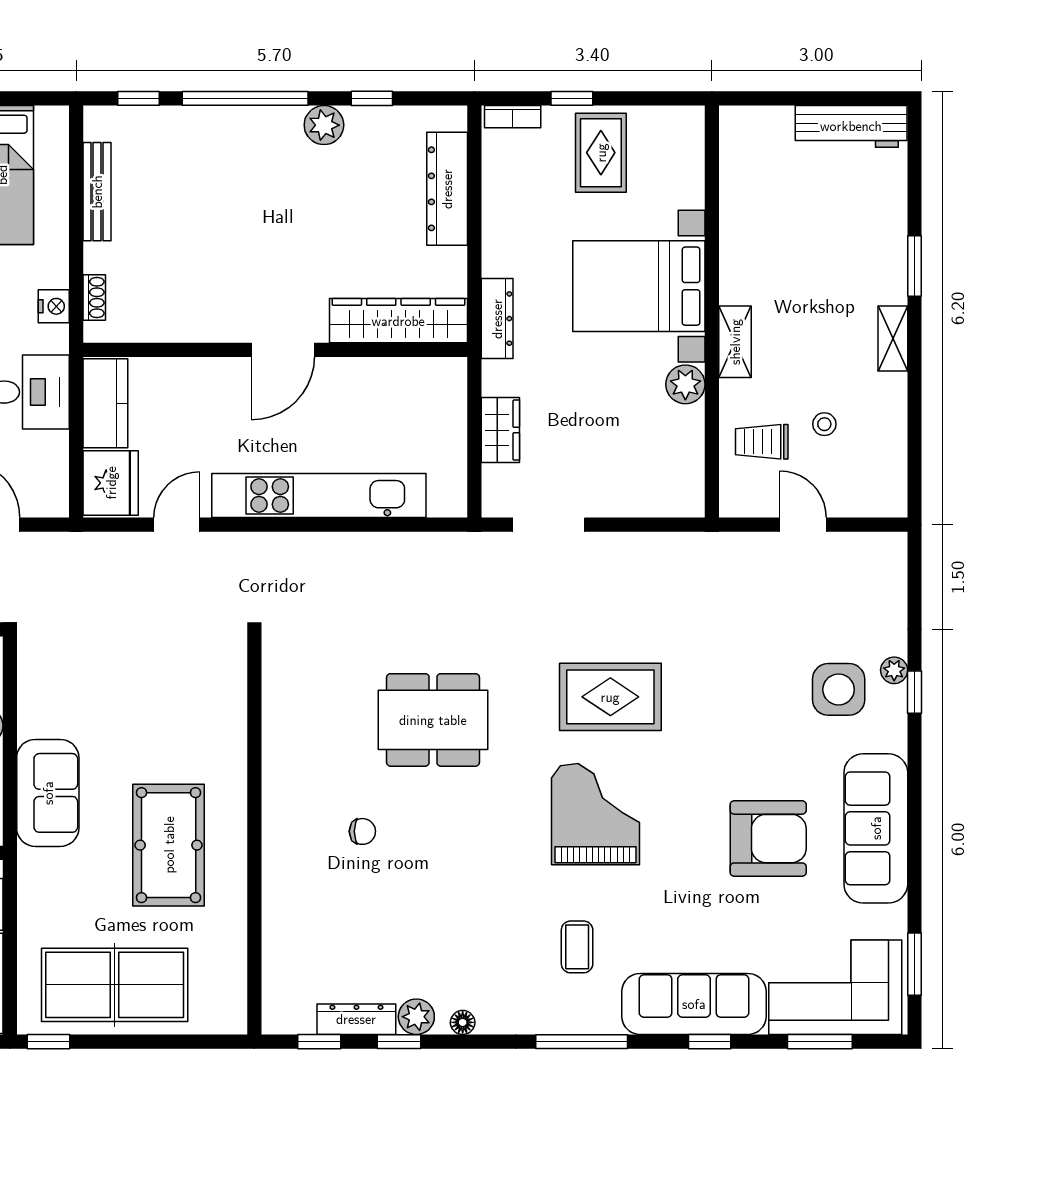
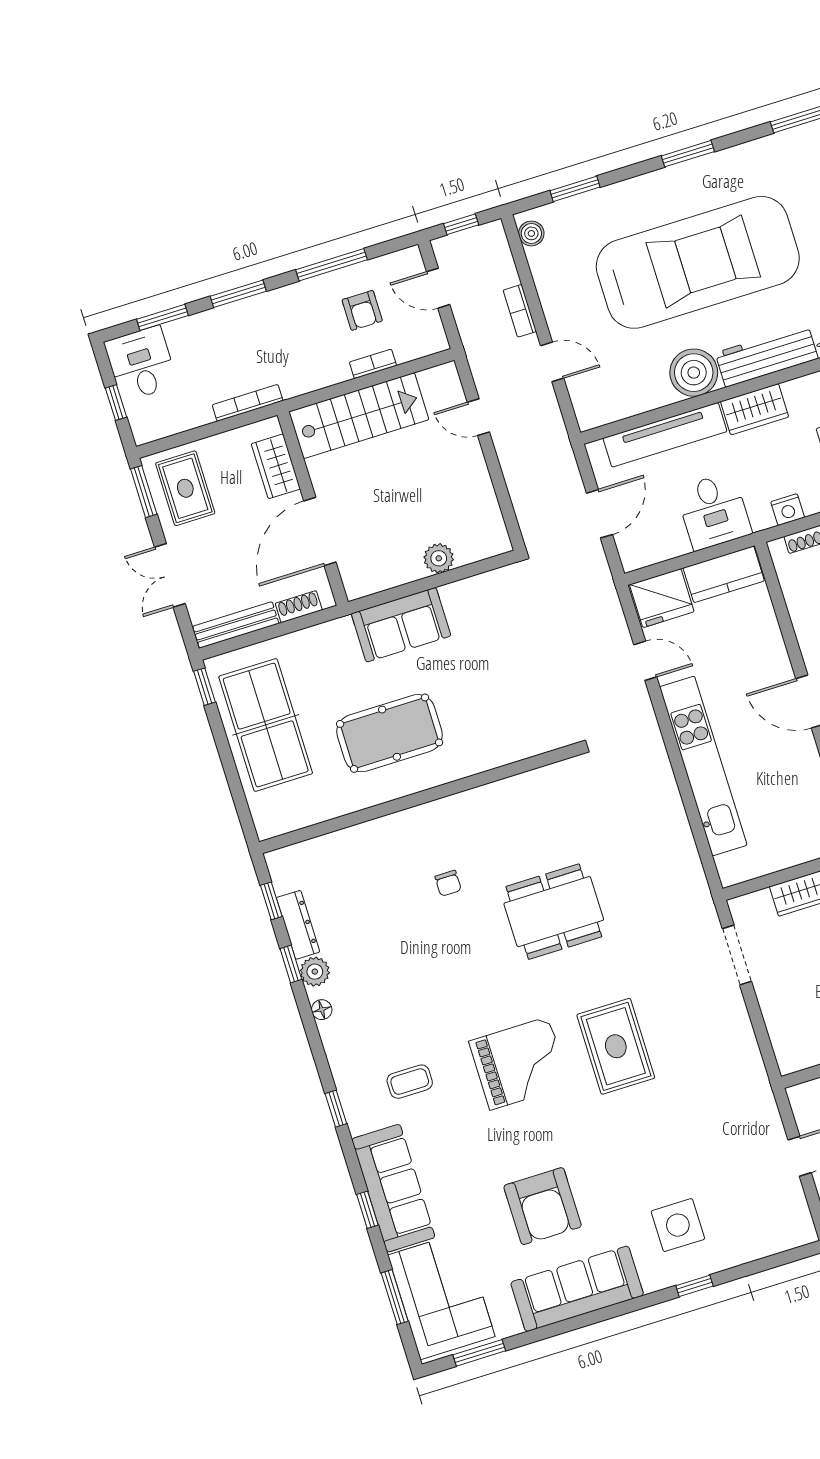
plant: (894, 670) -> (707, 1264), removed
dining table: (433, 720) -> (554, 912), turned 90
window: (582, 1042) -> (336, 1109), width x0.46

